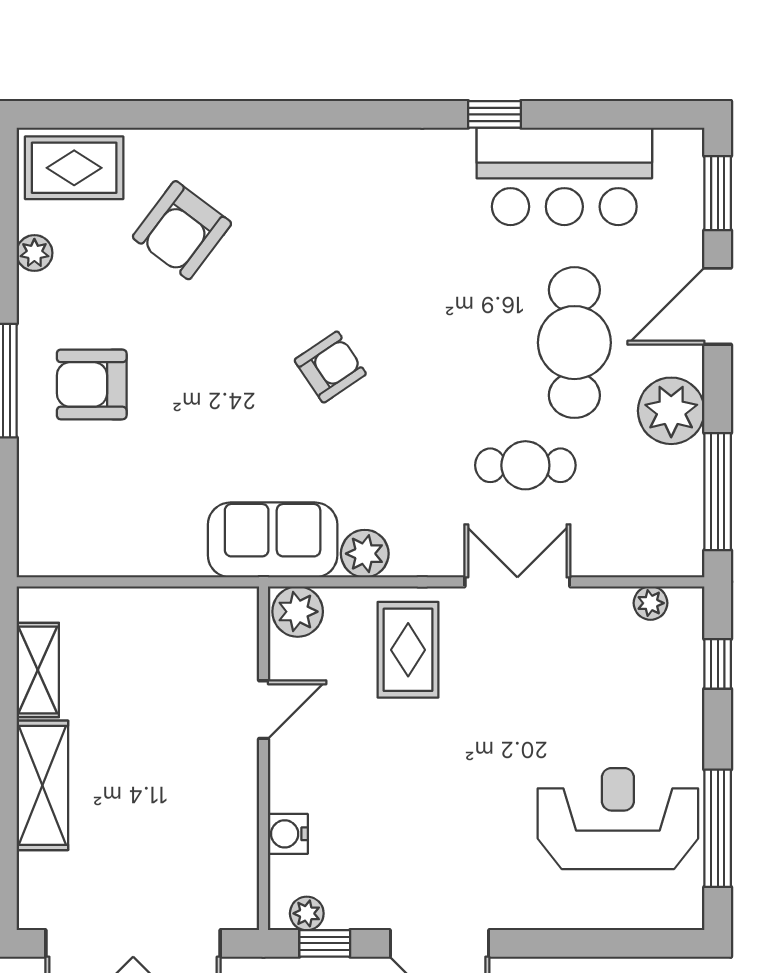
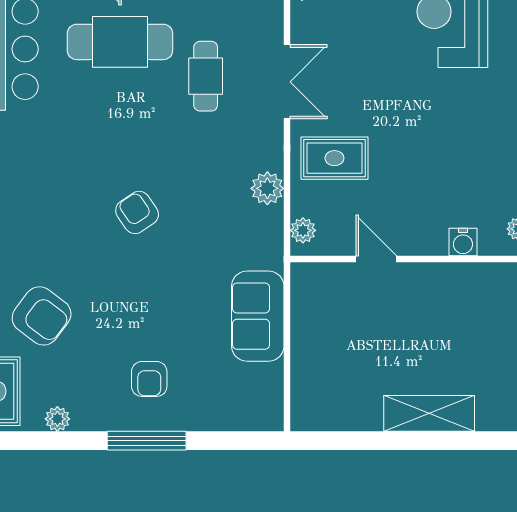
armchair: (92, 384) -> (149, 379), width x0.72, depth x0.72
sofa: (273, 540) -> (258, 316), moved
double door: (517, 582) -> (287, 82), swing flipped
plant: (298, 612) -> (303, 230), width x0.73, depth x0.73
shelving: (38, 670) -> (349, 417), removed

